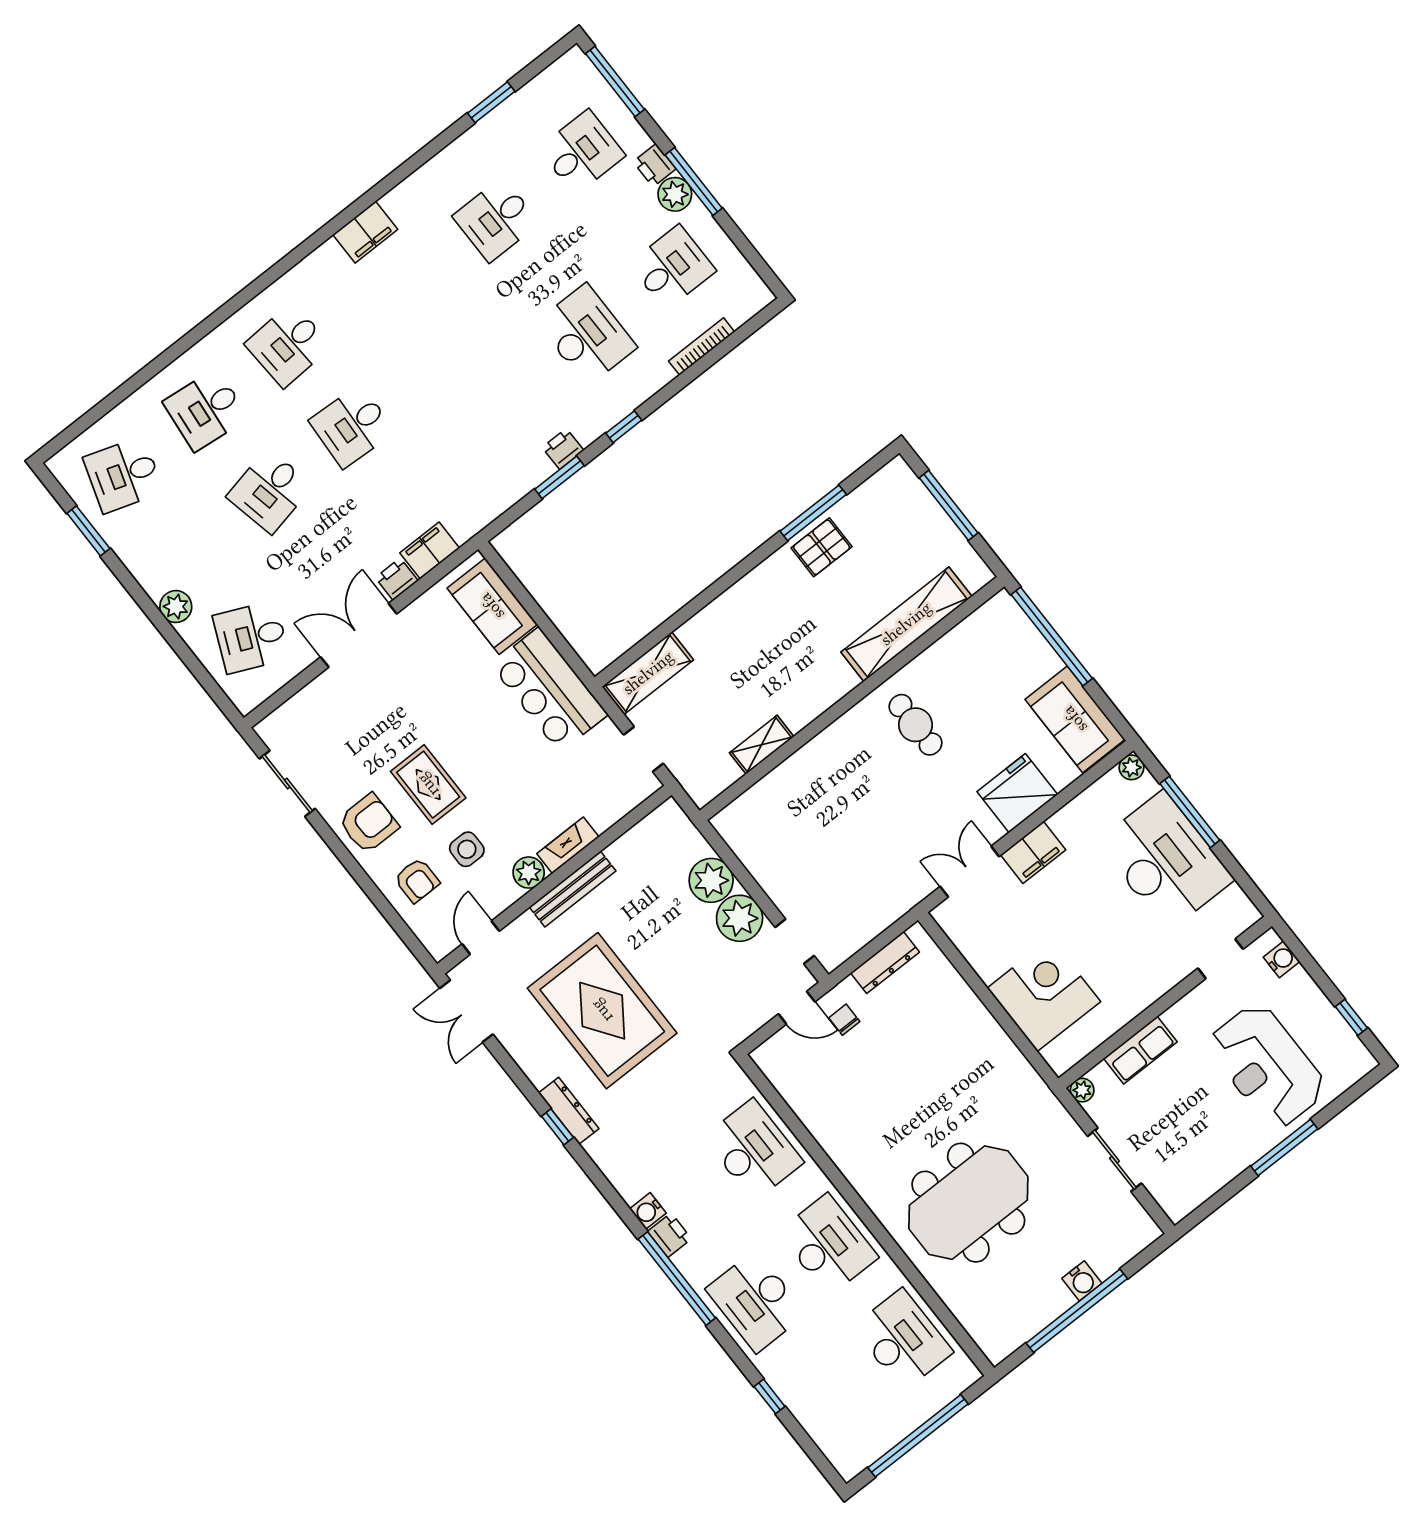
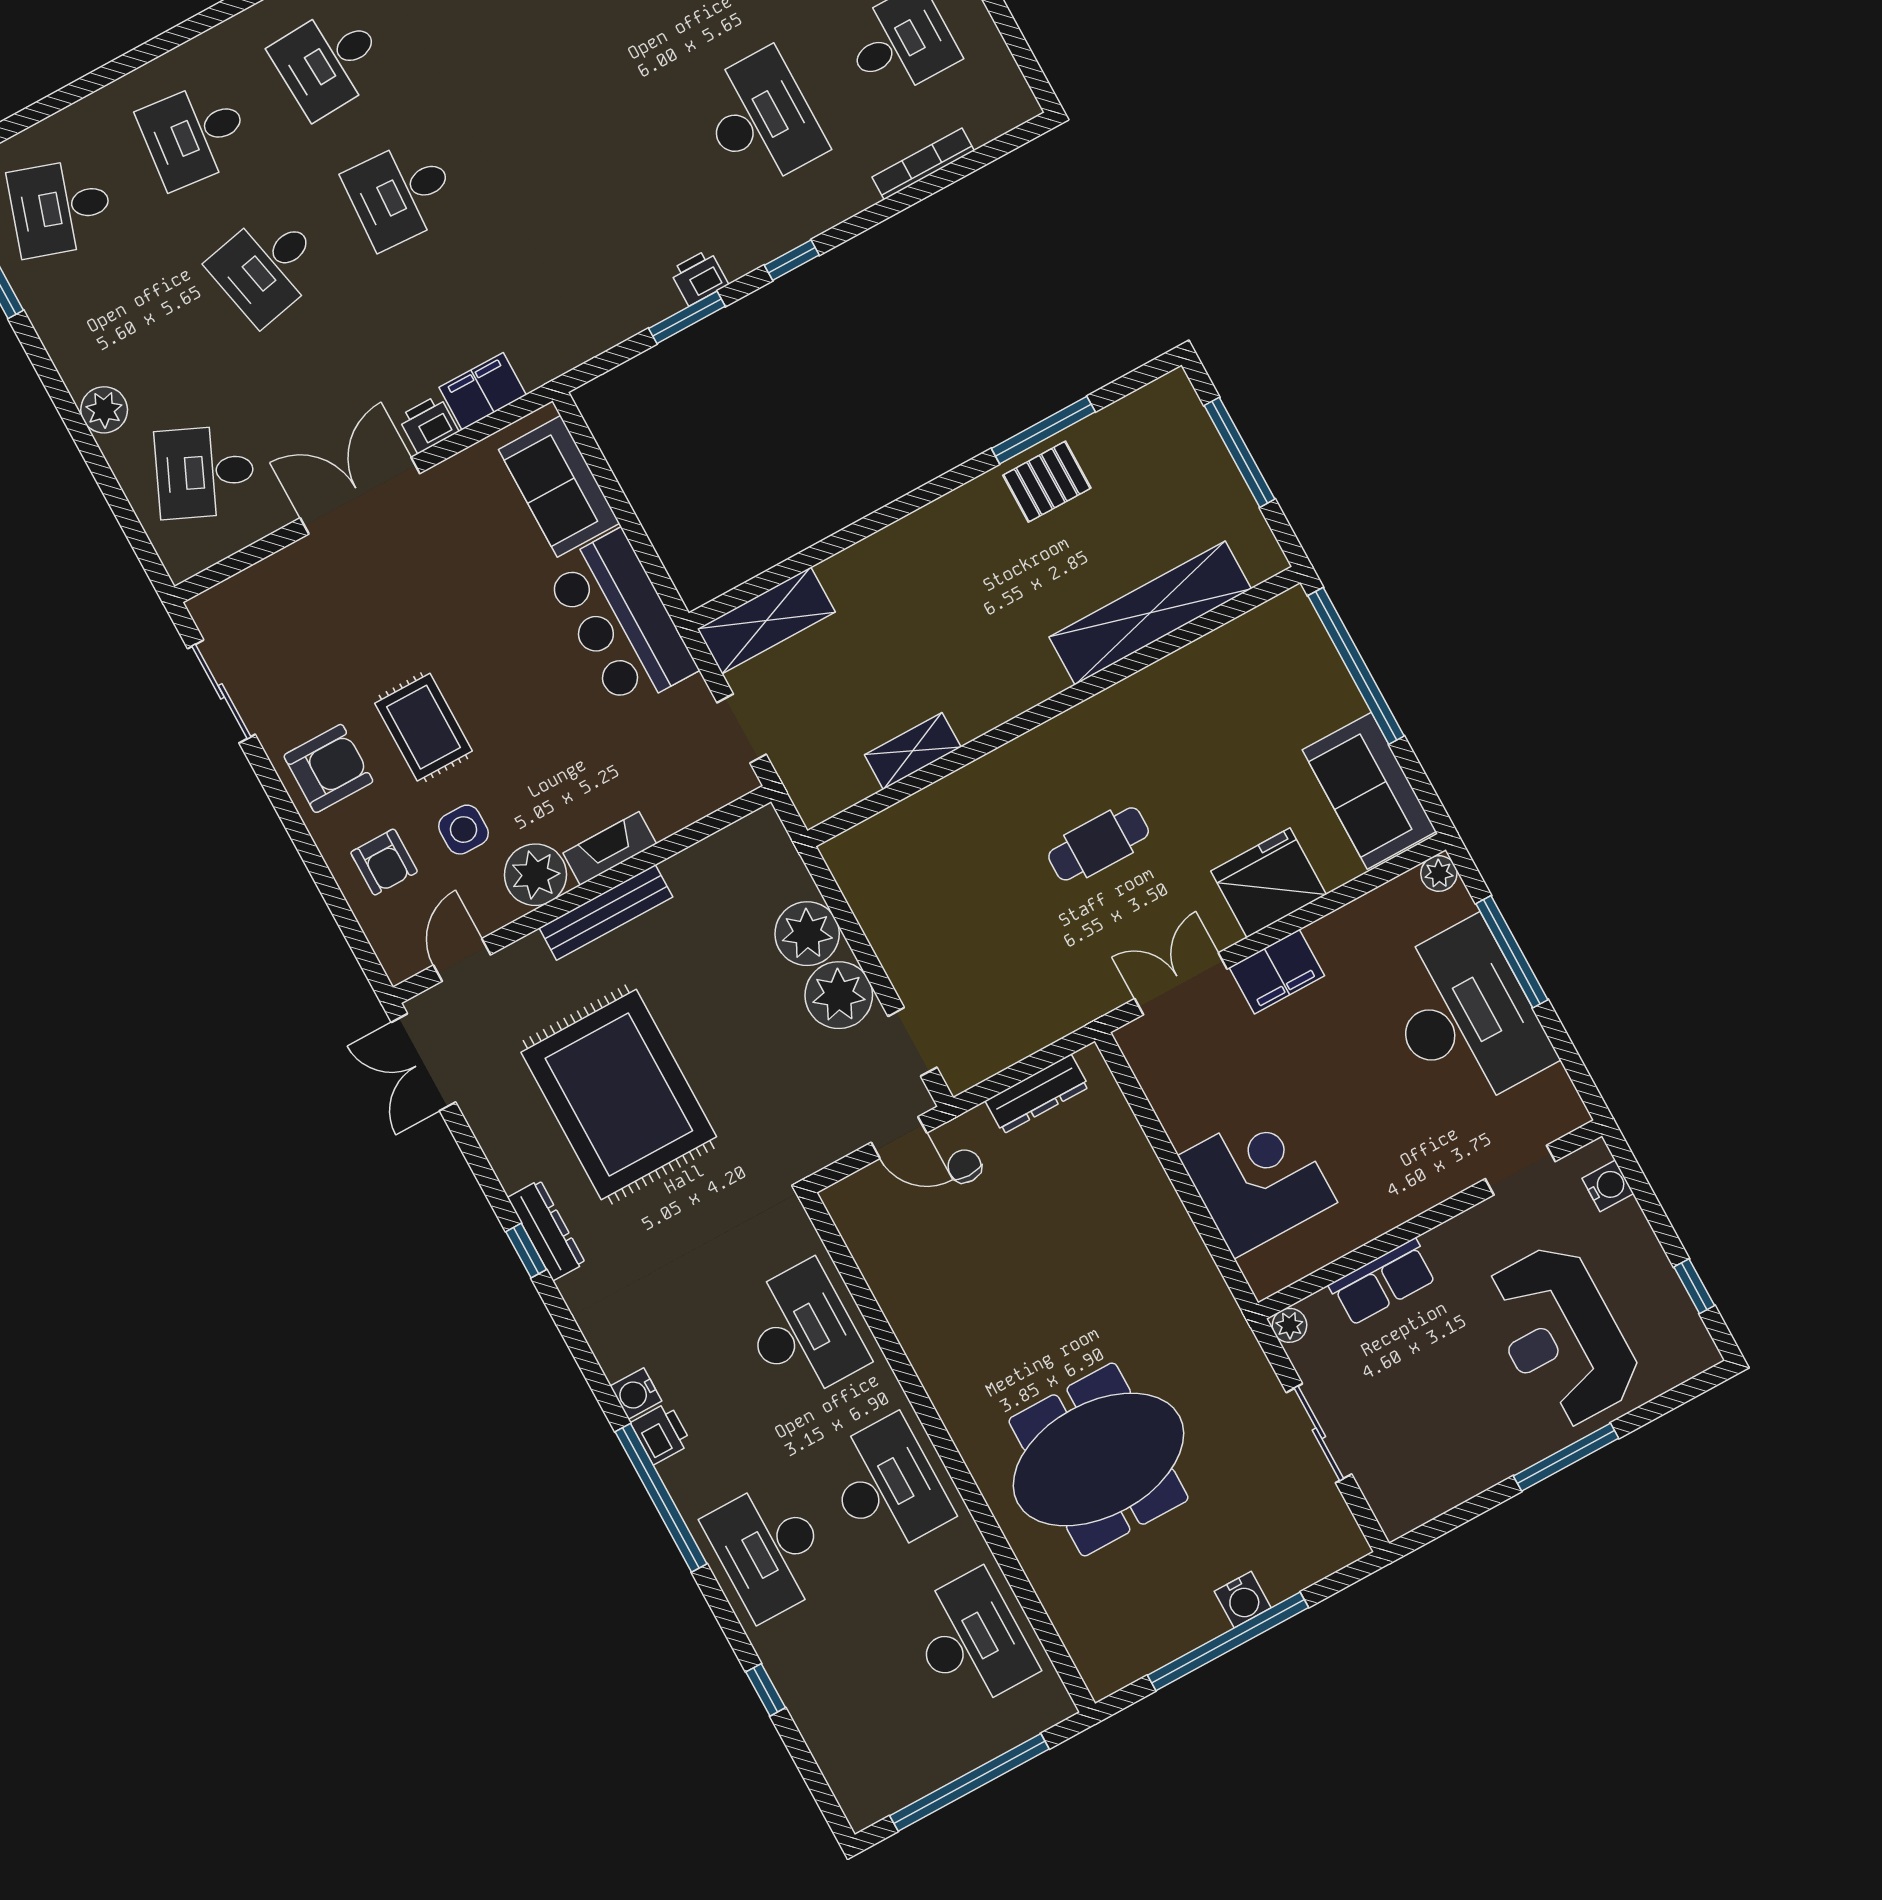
cafe table: (915, 725) -> (1099, 844), moved, turned 90
plant: (529, 873) -> (535, 875), width x1.36, depth x1.36

